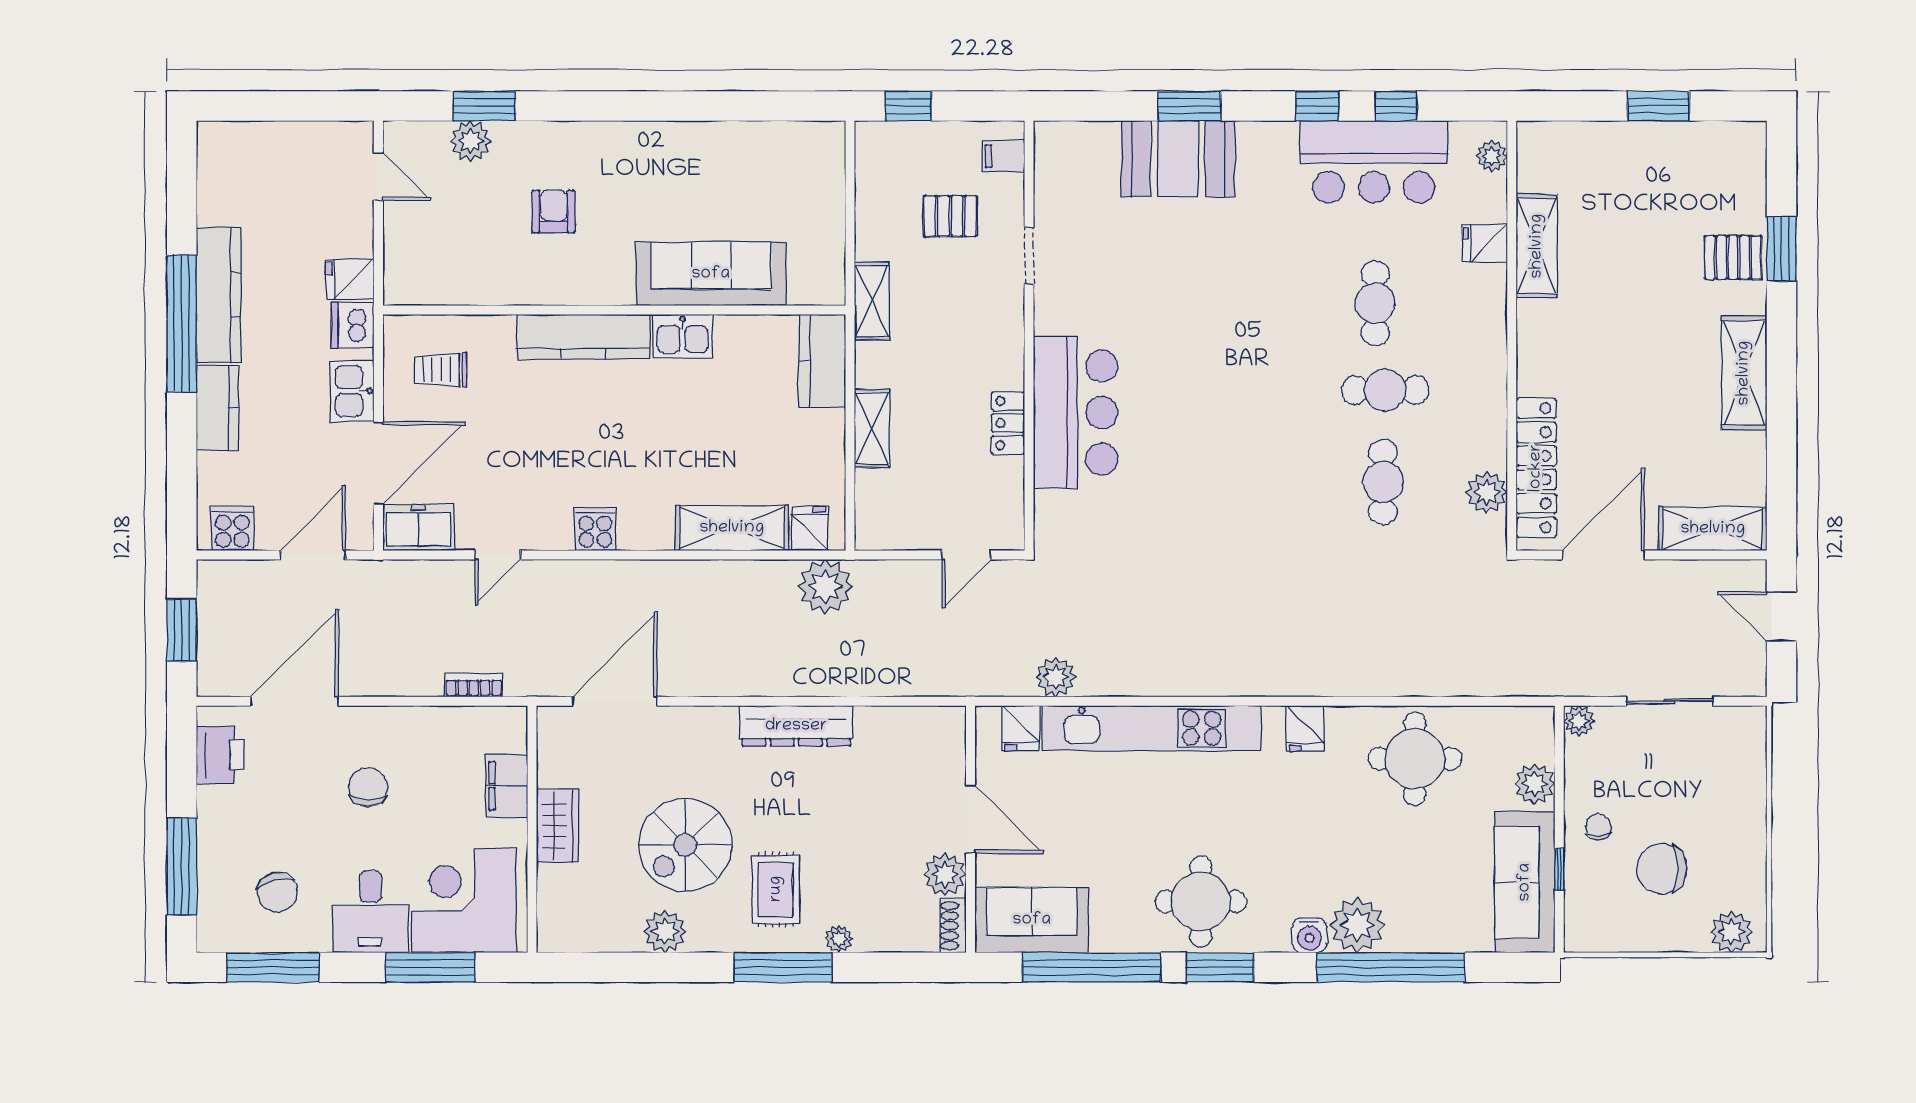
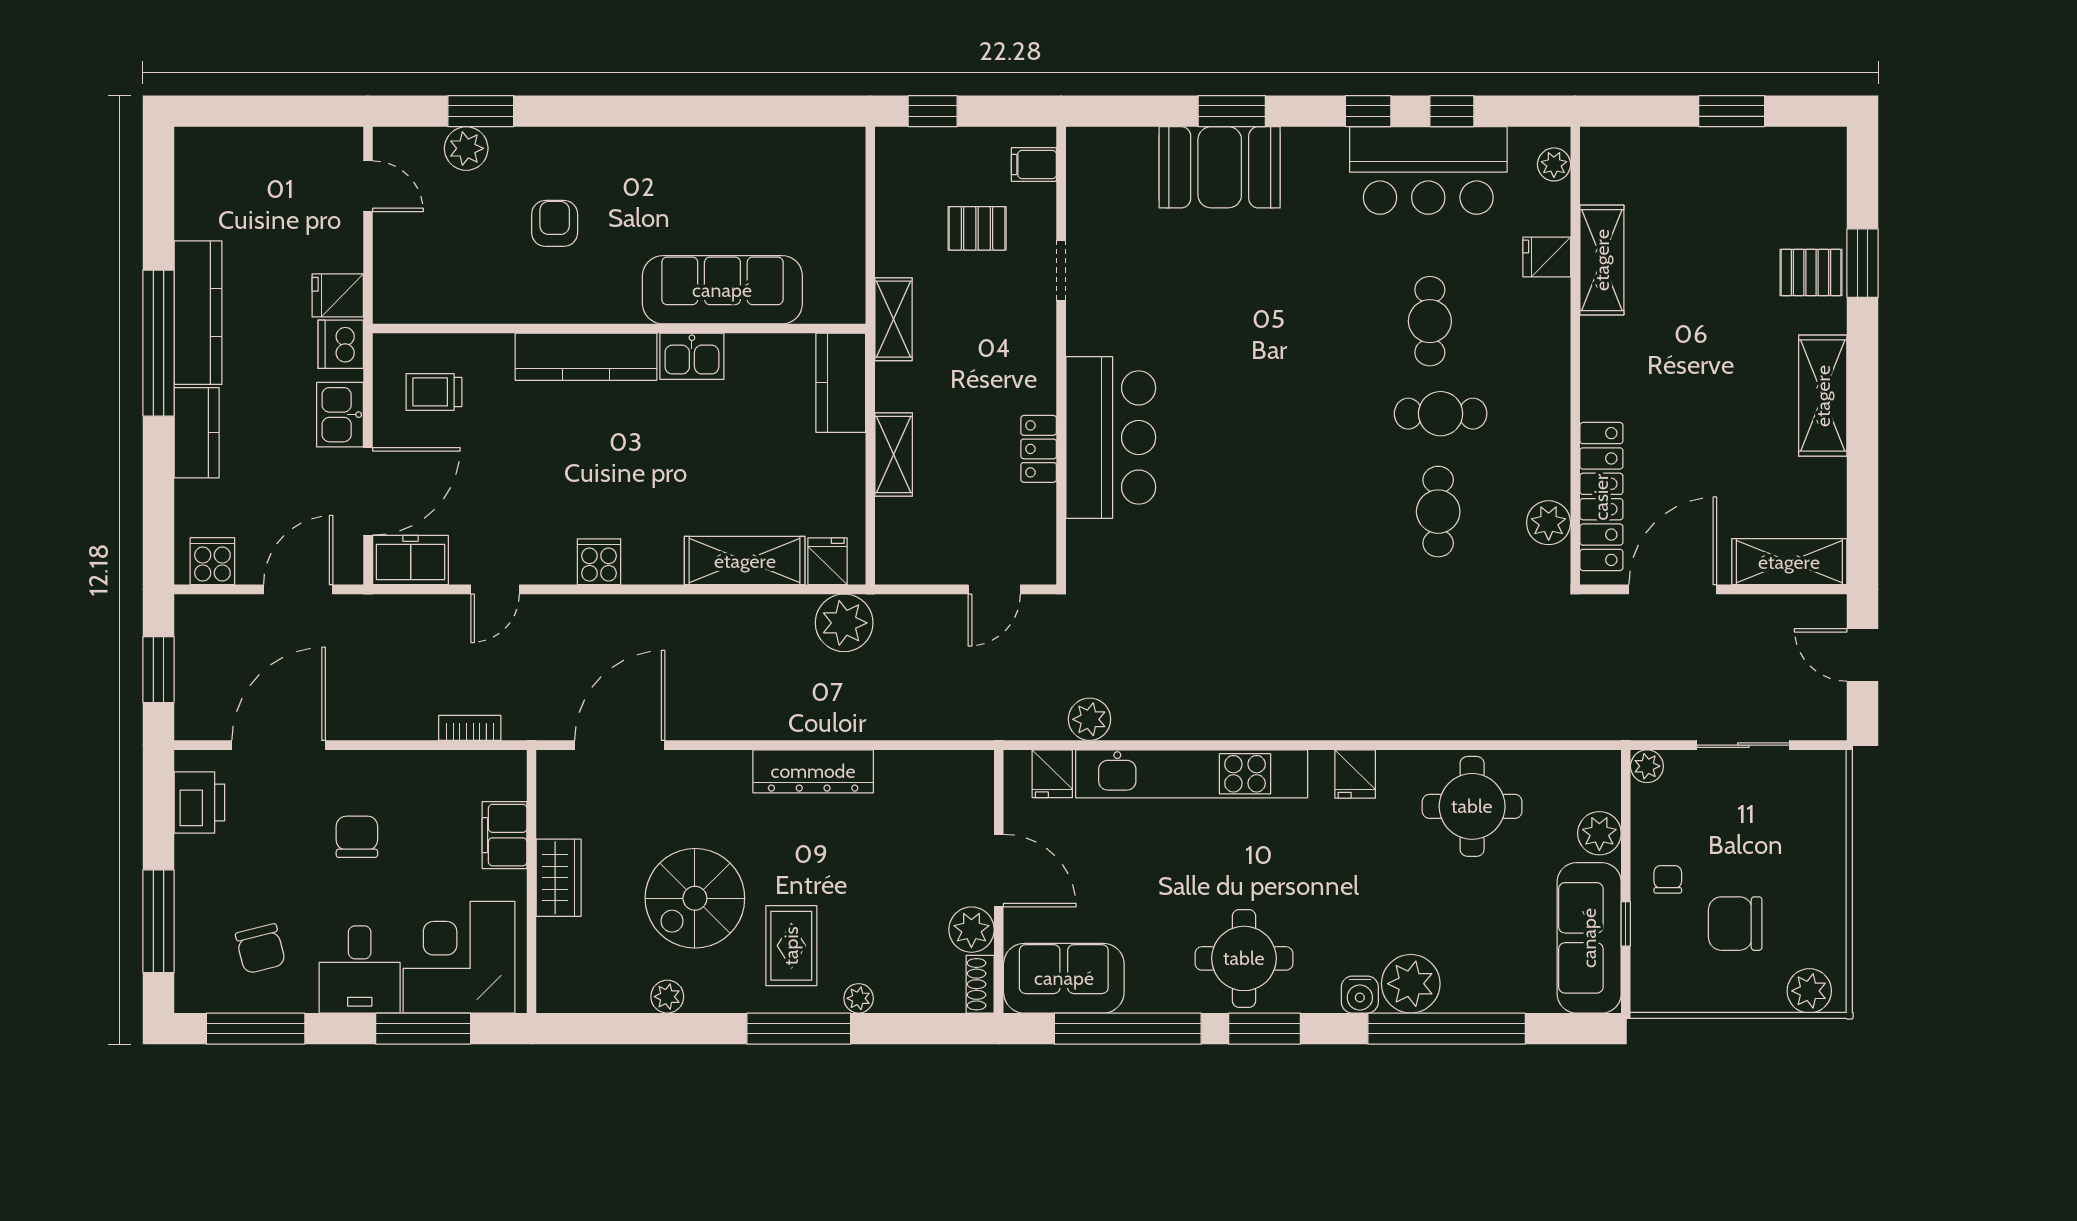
plant: (665, 932) -> (667, 997), width x0.73, depth x0.73

